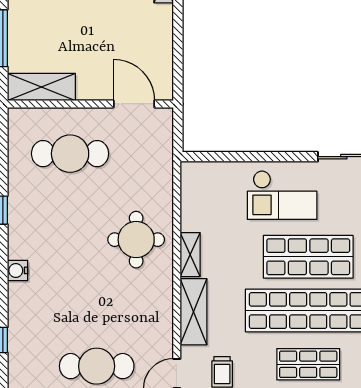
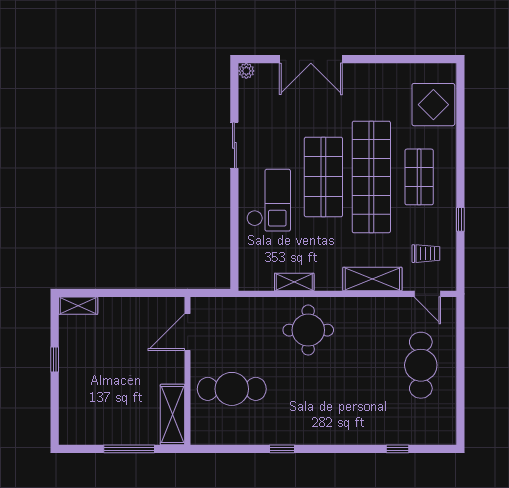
cafe table: (70, 154) -> (232, 389), turned 90
shelving: (190, 255) -> (294, 282), moved
water cooler: (17, 270) -> (336, 436), removed

